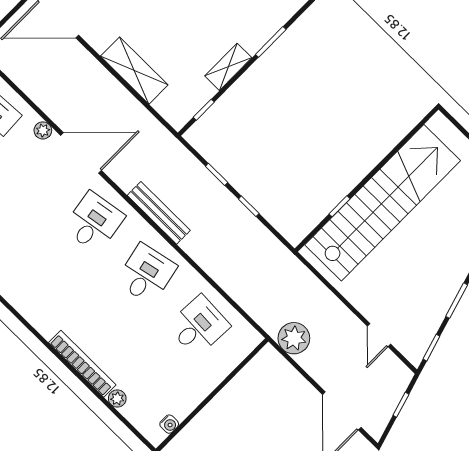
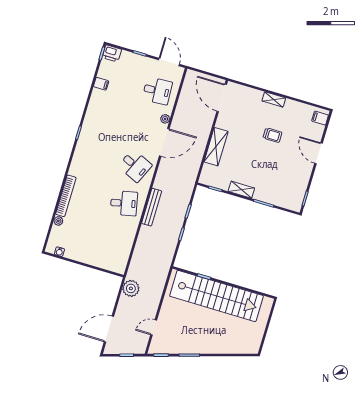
door: (81, 153) -> (164, 142), hinge flipped
bench: (159, 213) -> (152, 207), moved
desk: (94, 222) -> (135, 166), turned 33
desk: (199, 326) -> (113, 241), removed

